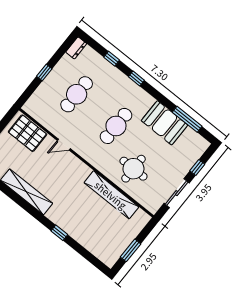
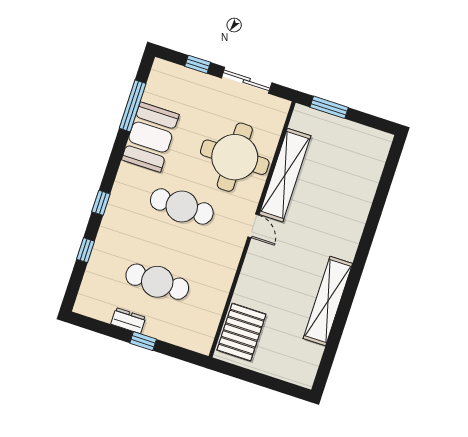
dresser: (76, 48) -> (128, 321), moved
door: (64, 145) -> (253, 226), moved
round table: (133, 169) -> (235, 157), width x1.36, depth x1.36
window: (59, 233) -> (370, 230), removed
window: (131, 250) -> (329, 107), moved

